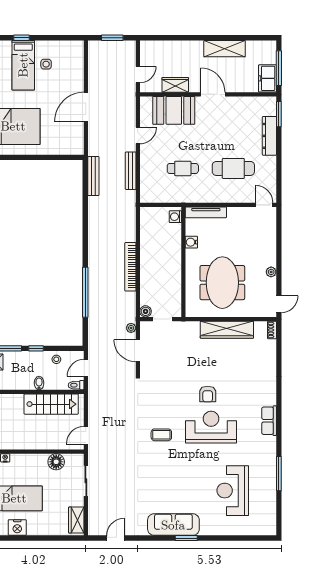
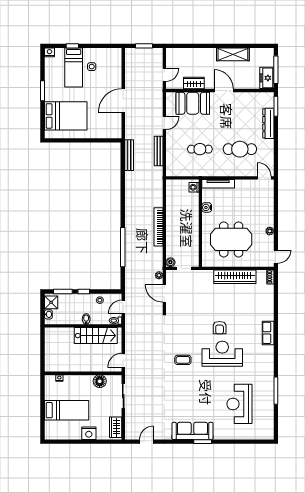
meeting table: (222, 283) -> (231, 239), turned 90
row of seats: (269, 421) -> (268, 333), moved
nightstand: (17, 528) -> (89, 433), moved

